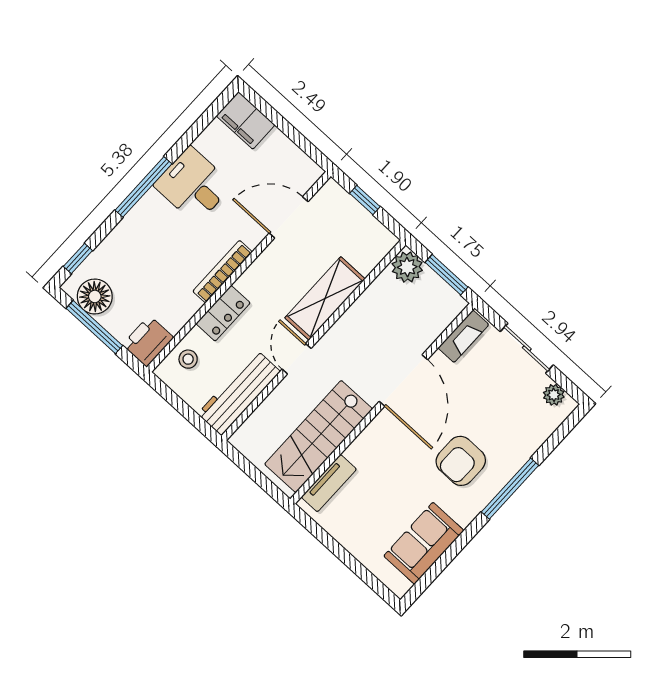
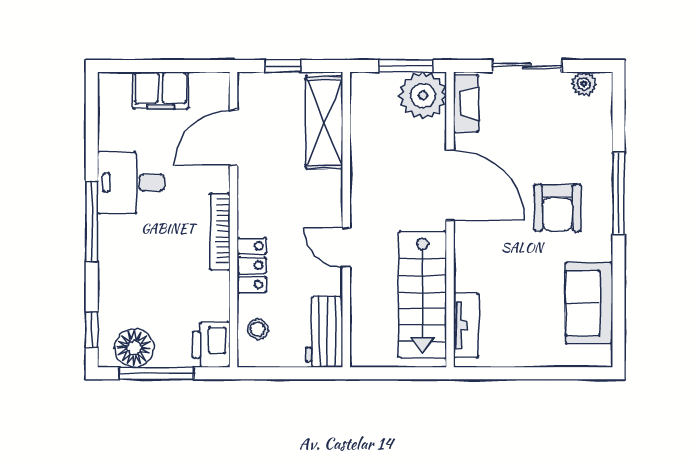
filing cabinet: (246, 120) -> (161, 90), moved
plant: (407, 267) -> (423, 95), moved, width x1.36, depth x1.36
shelving: (325, 298) -> (324, 122), moved
workbench: (239, 393) -> (324, 332), width x0.73

